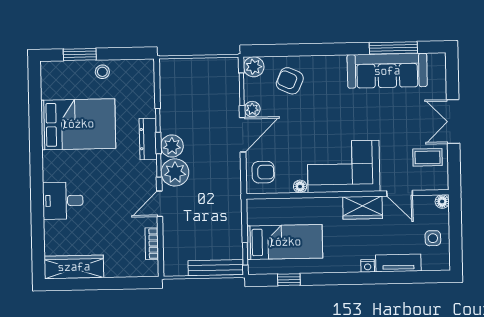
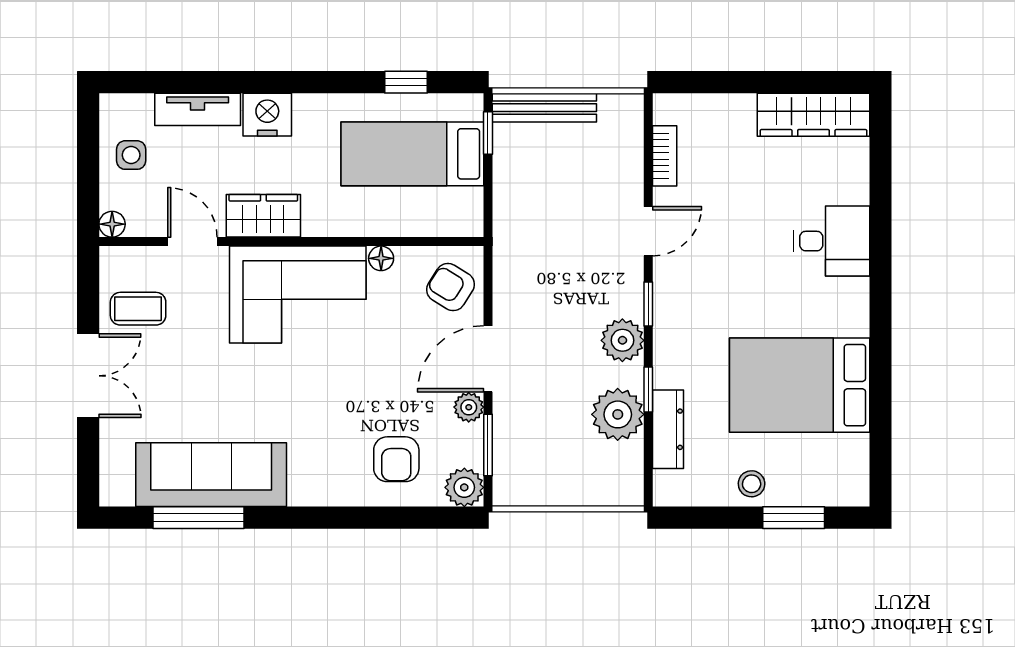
armchair: (290, 81) -> (396, 459), turned 66
dresser: (148, 139) -> (668, 429), moved
plant: (175, 172) -> (618, 414), moved
armchair: (263, 172) -> (451, 287), turned 32
nightstand: (368, 266) -> (267, 115), width x1.89, depth x1.79

